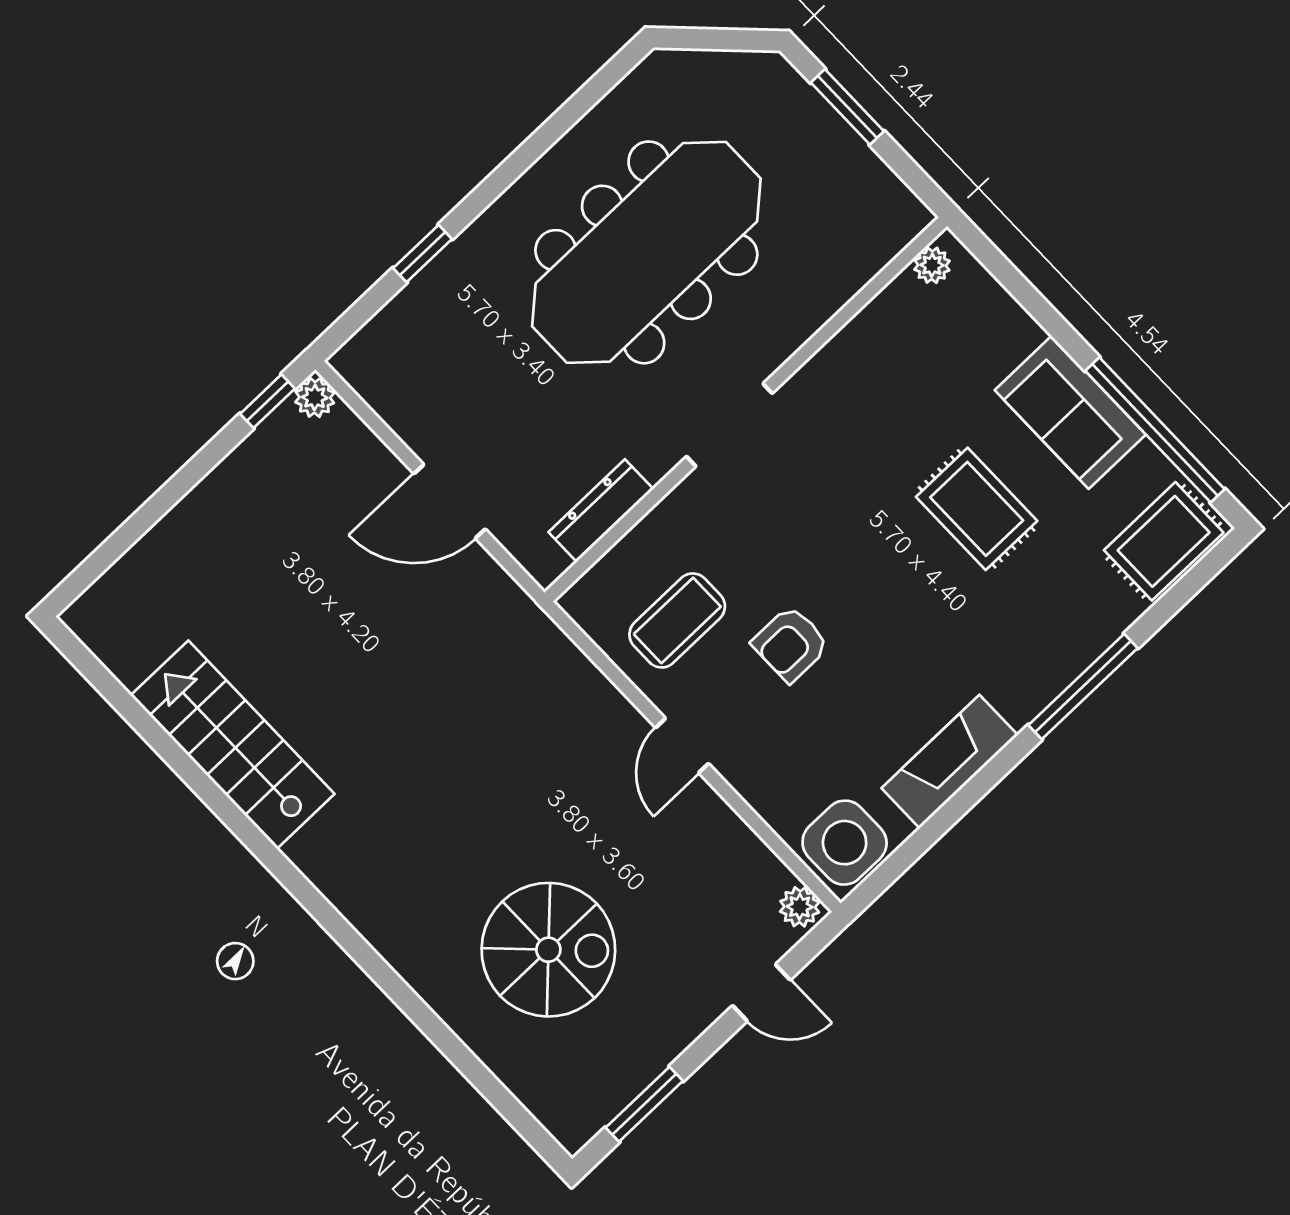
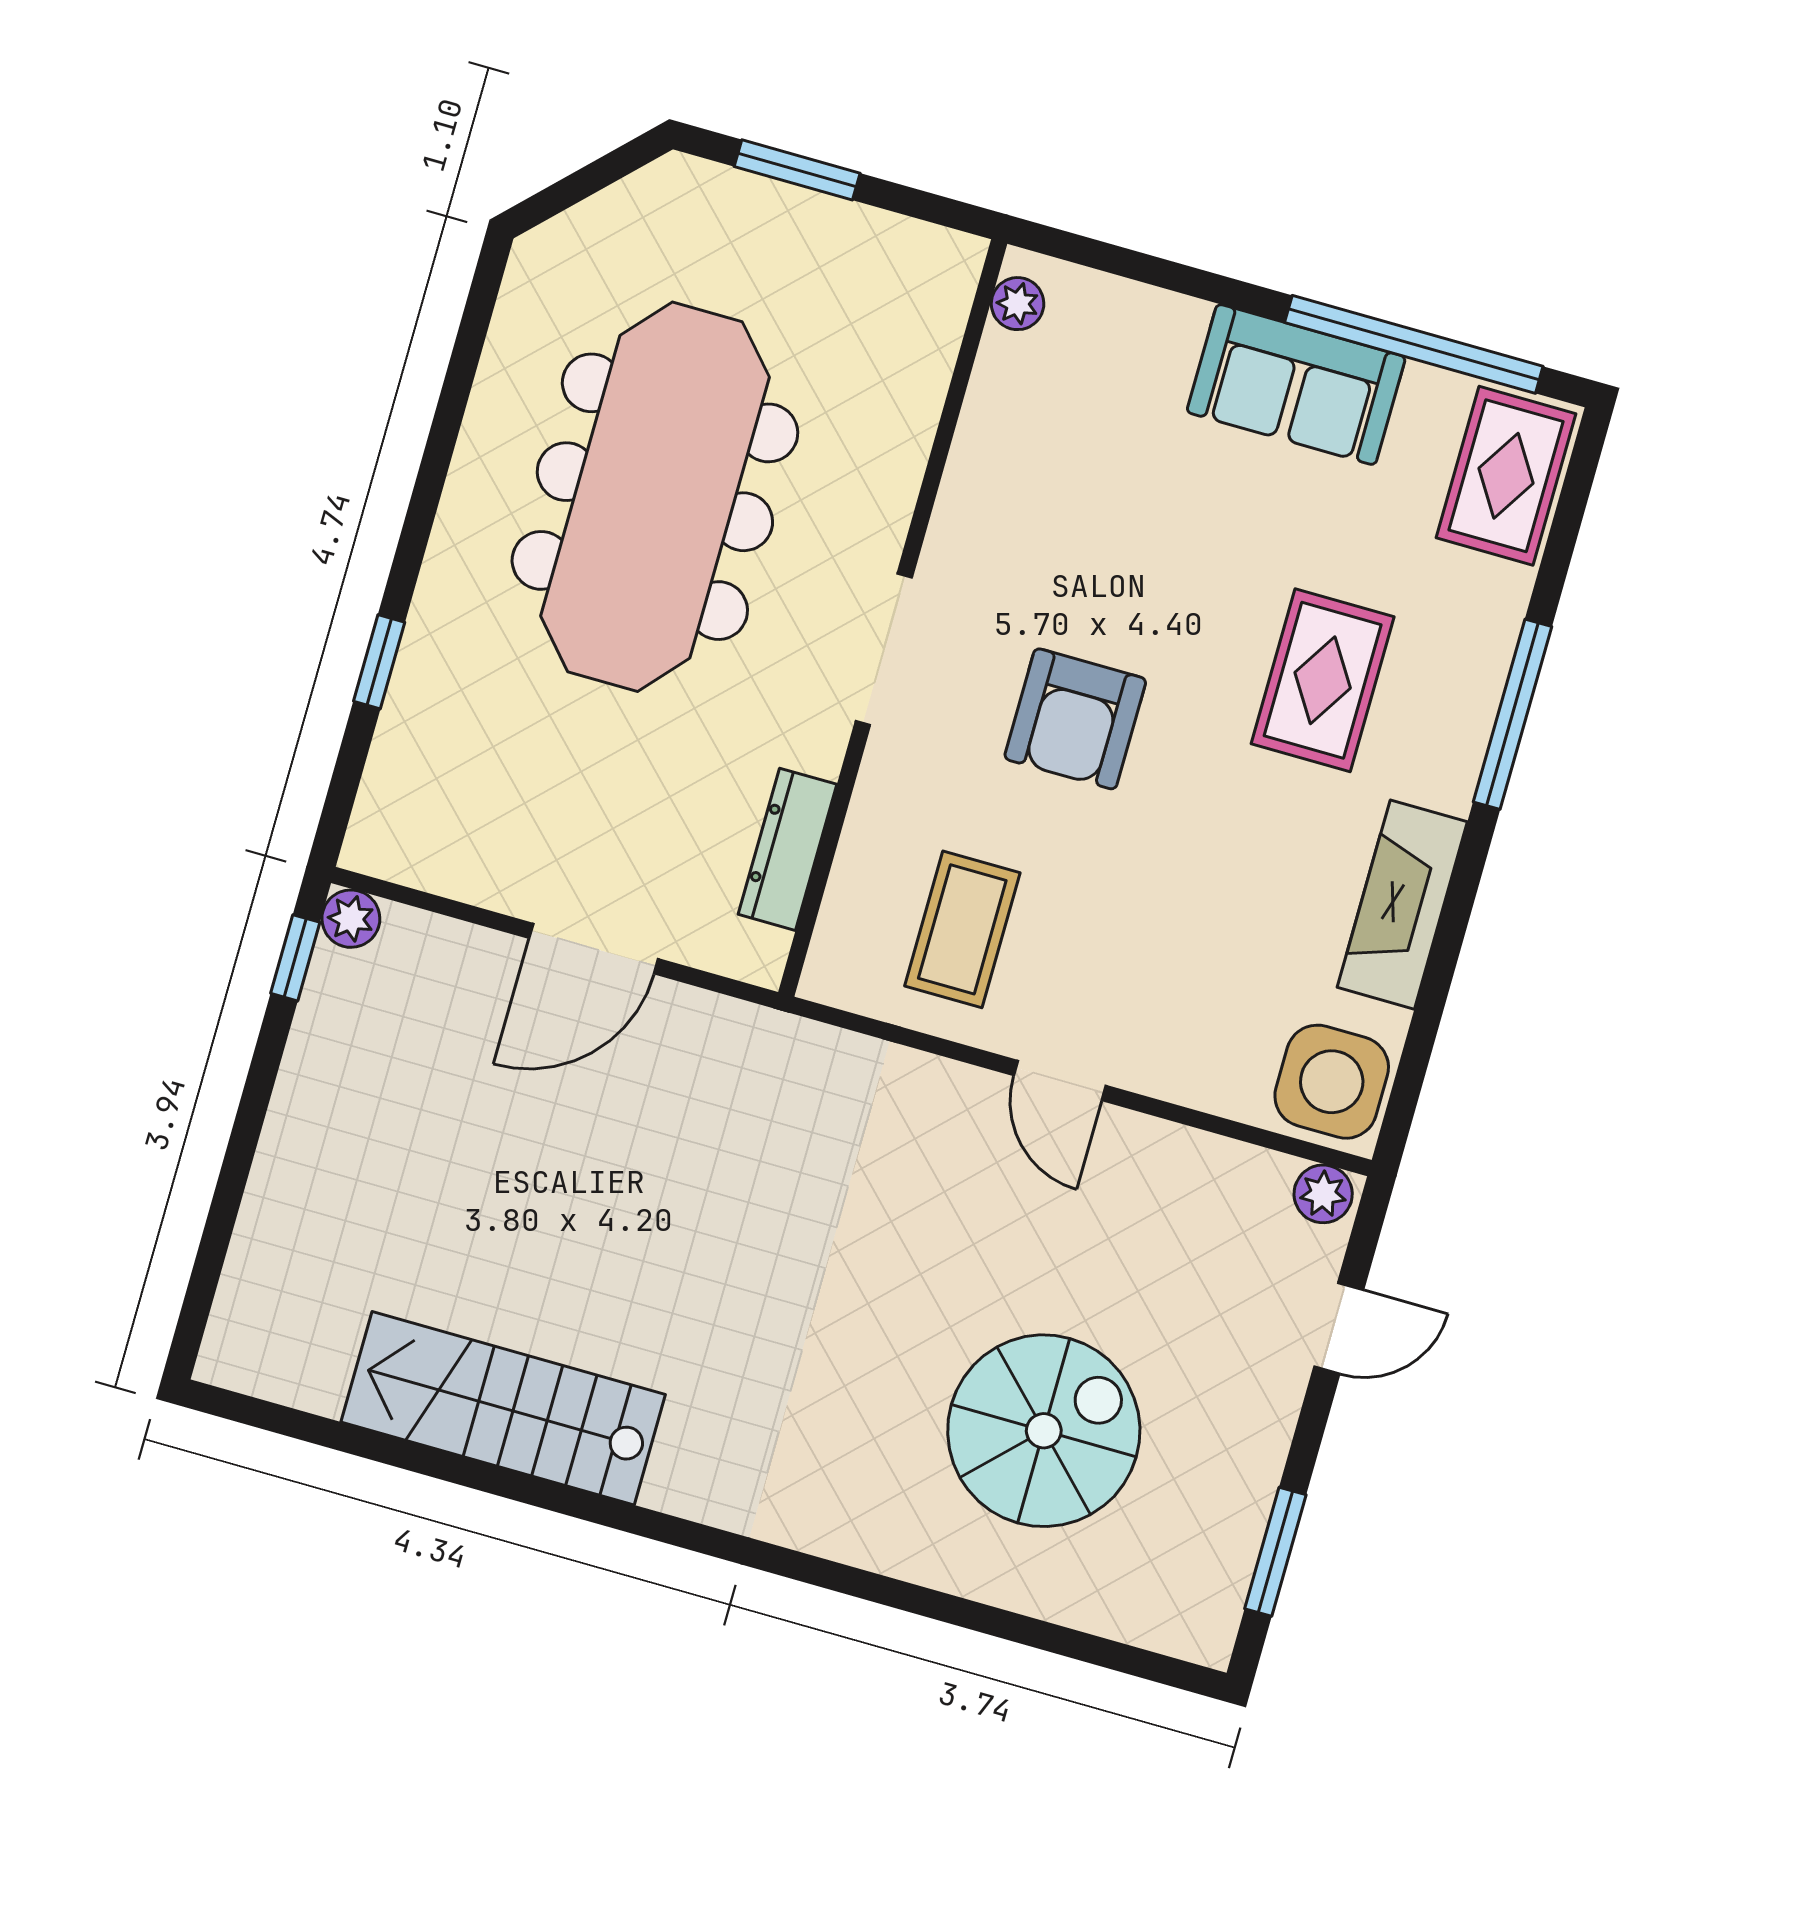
rug: (977, 509) -> (1323, 680), moved, turned 90
armchair: (791, 644) -> (1075, 719), moved, width x1.38, depth x1.38

